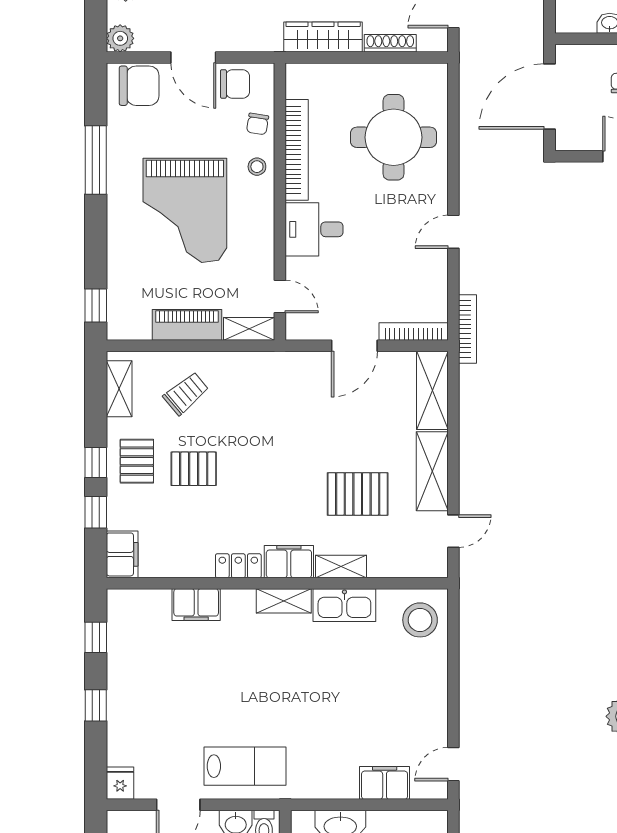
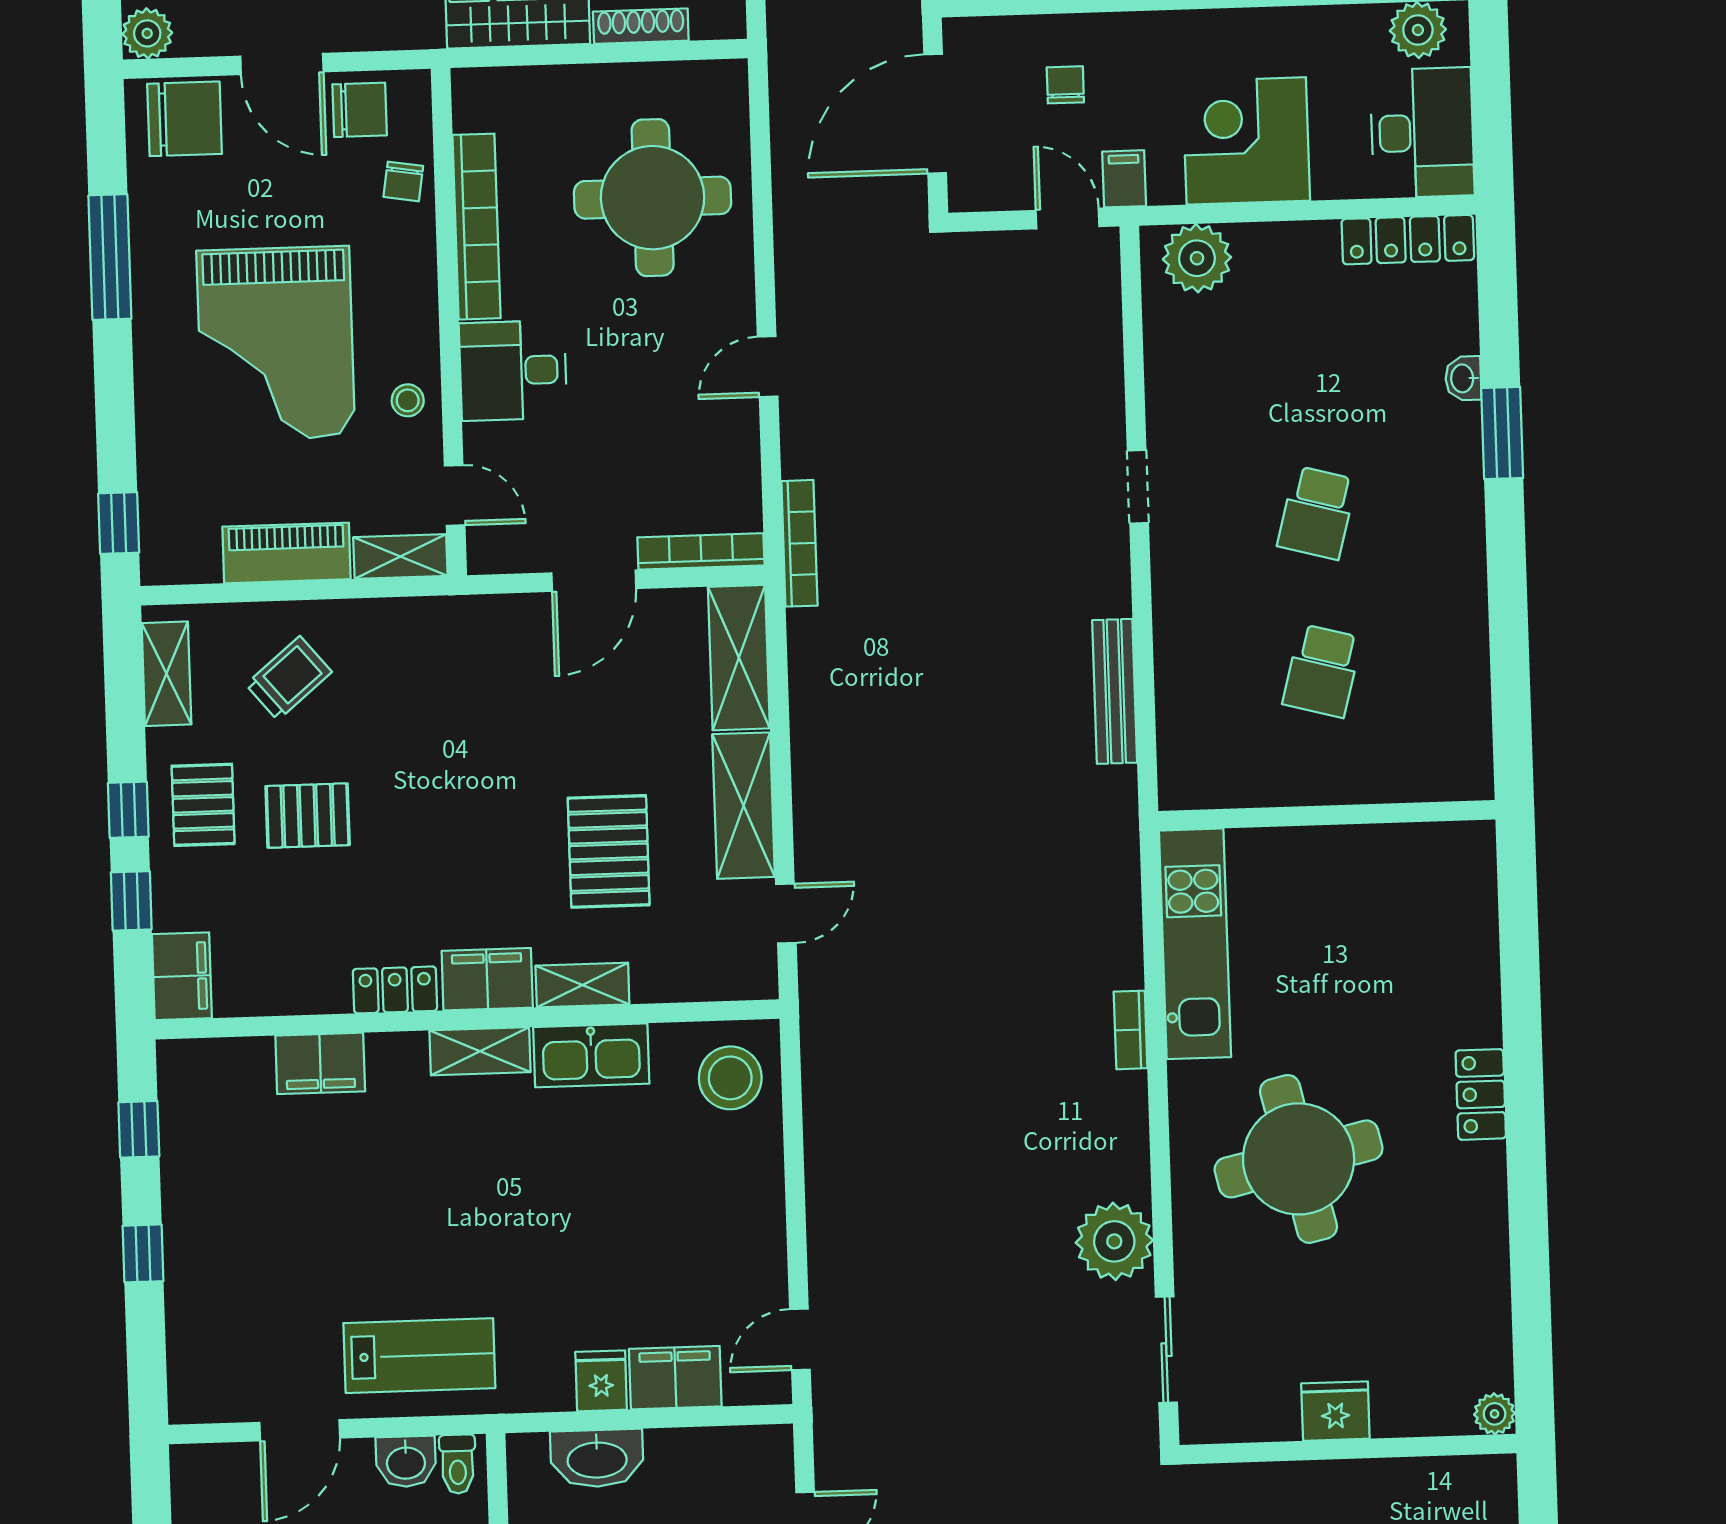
stool: (257, 167) -> (408, 400), moved
pallet: (358, 494) -> (609, 851), turned 90
fridge: (120, 783) -> (601, 1381), moved

